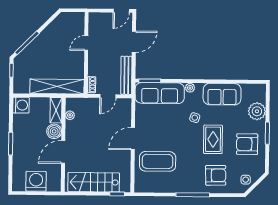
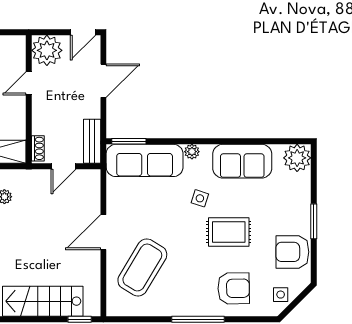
plant: (98, 22) -> (47, 50), added
bench: (126, 75) -> (92, 141), width x0.73
plant: (257, 111) -> (297, 158), moved
rug: (213, 139) -> (229, 232), turned 90
armchair: (247, 144) -> (292, 252), moved
coffee table: (158, 161) -> (142, 267), turned -59

